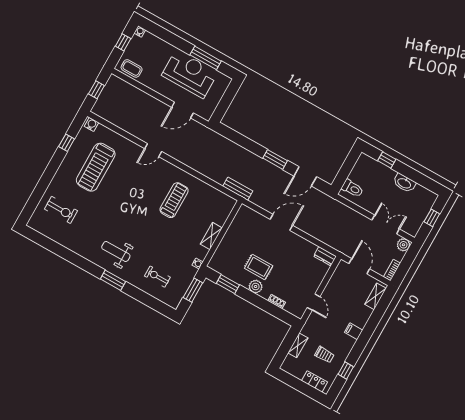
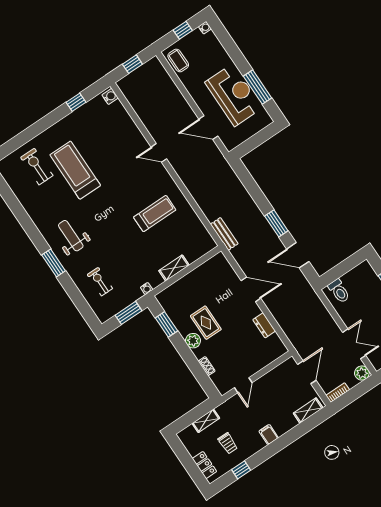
treadmill: (96, 167) -> (75, 170), moved, turned 90
exercise bike: (61, 210) -> (37, 167), turned 180
dresser: (325, 256) -> (264, 325), moved

